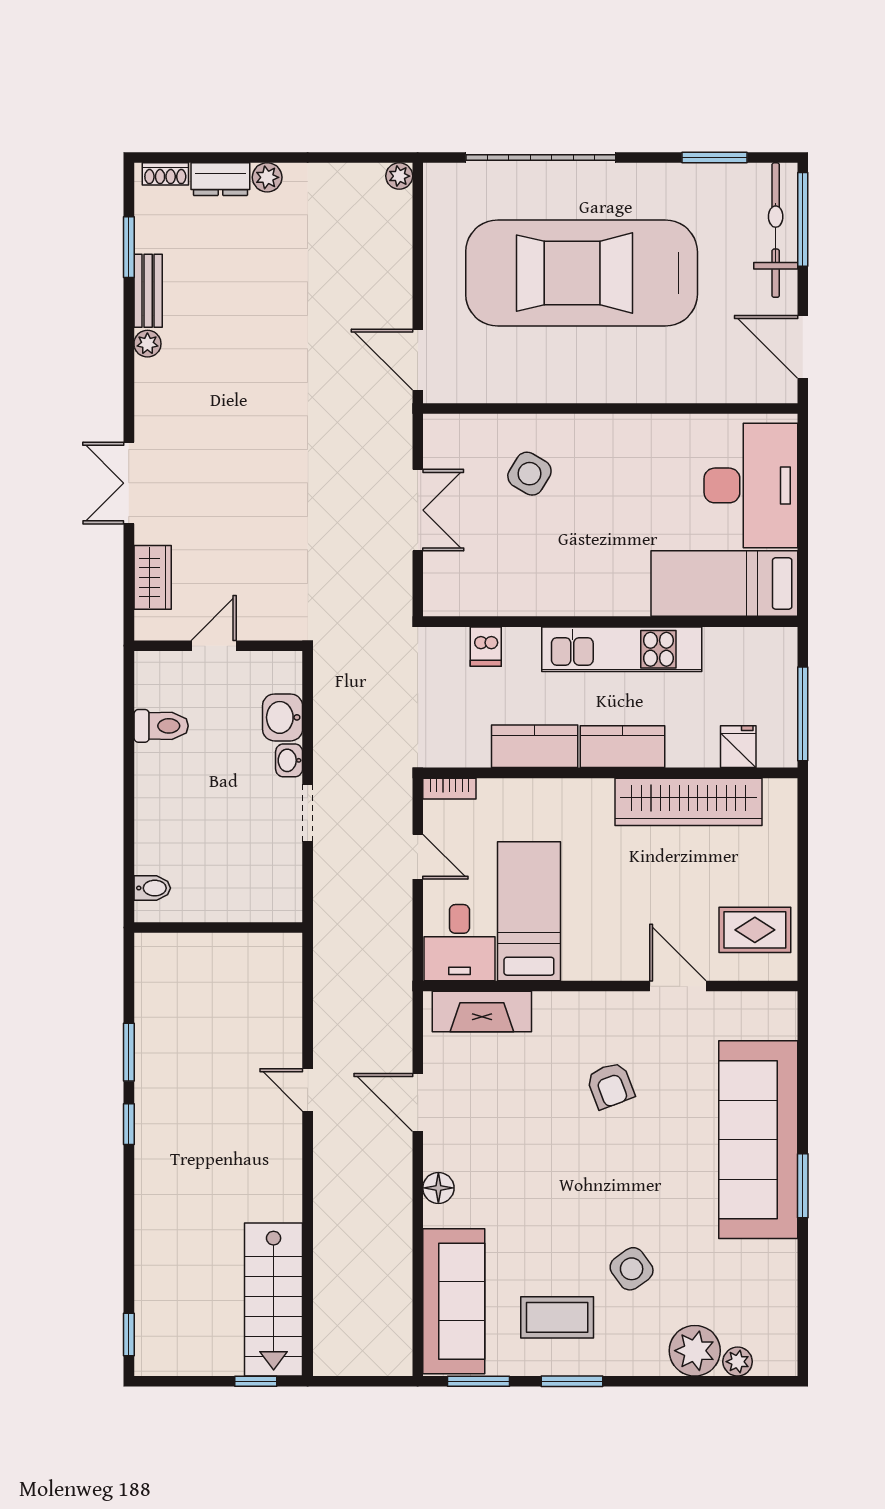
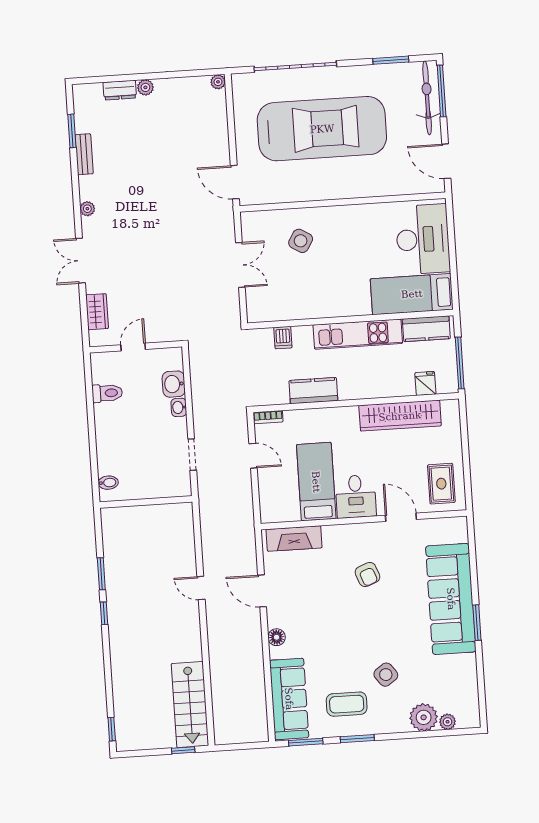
shoe rack: (165, 174) -> (89, 89), removed
car: (582, 273) -> (322, 129), turned 180
plant: (147, 344) -> (87, 209), moved
kitchen counter: (622, 747) -> (426, 329), moved, turned 180
doorway: (308, 813) -> (192, 455), moved
rug: (755, 930) -> (441, 484), turned 90
desk: (459, 943) -> (356, 496), moved

